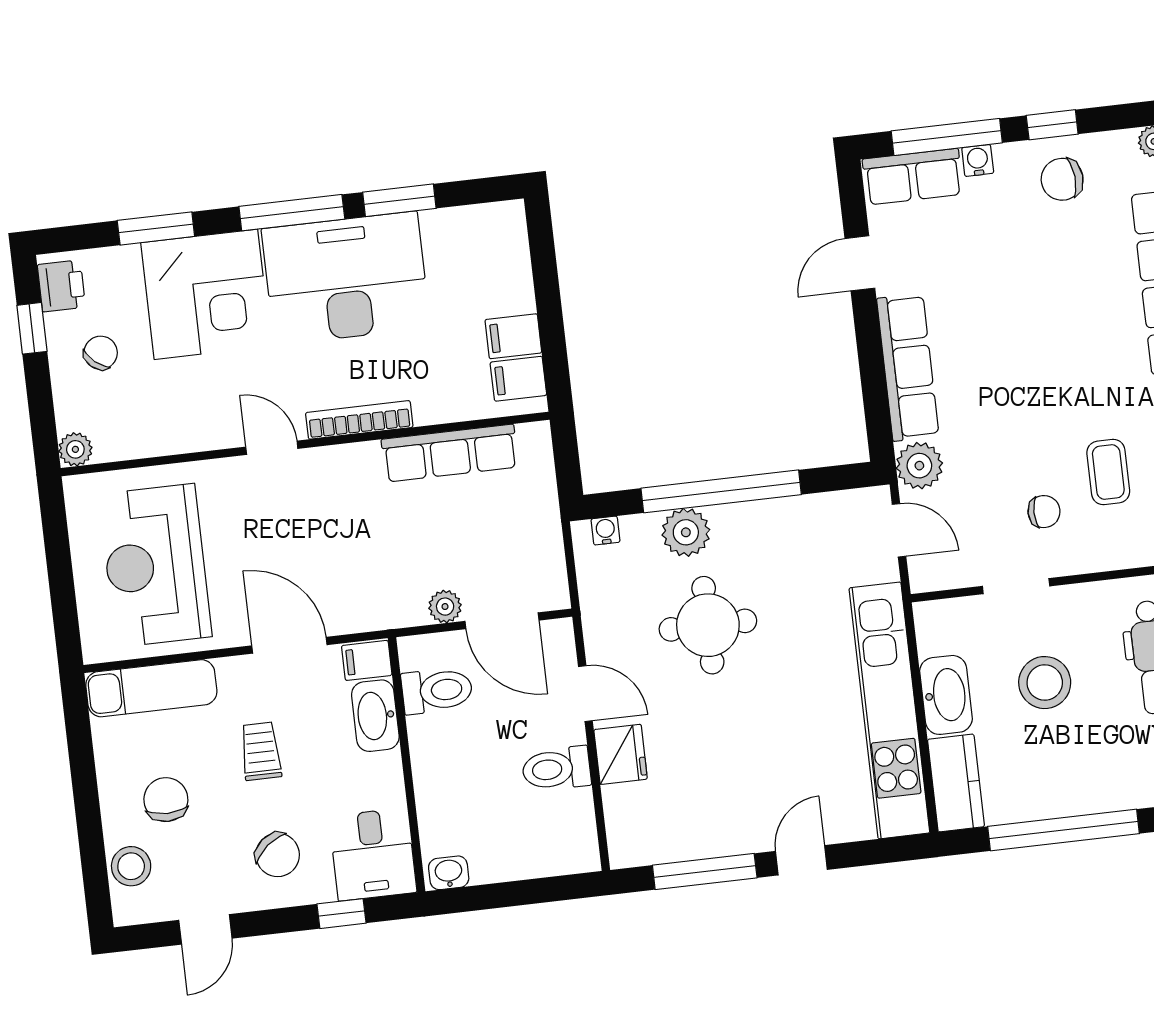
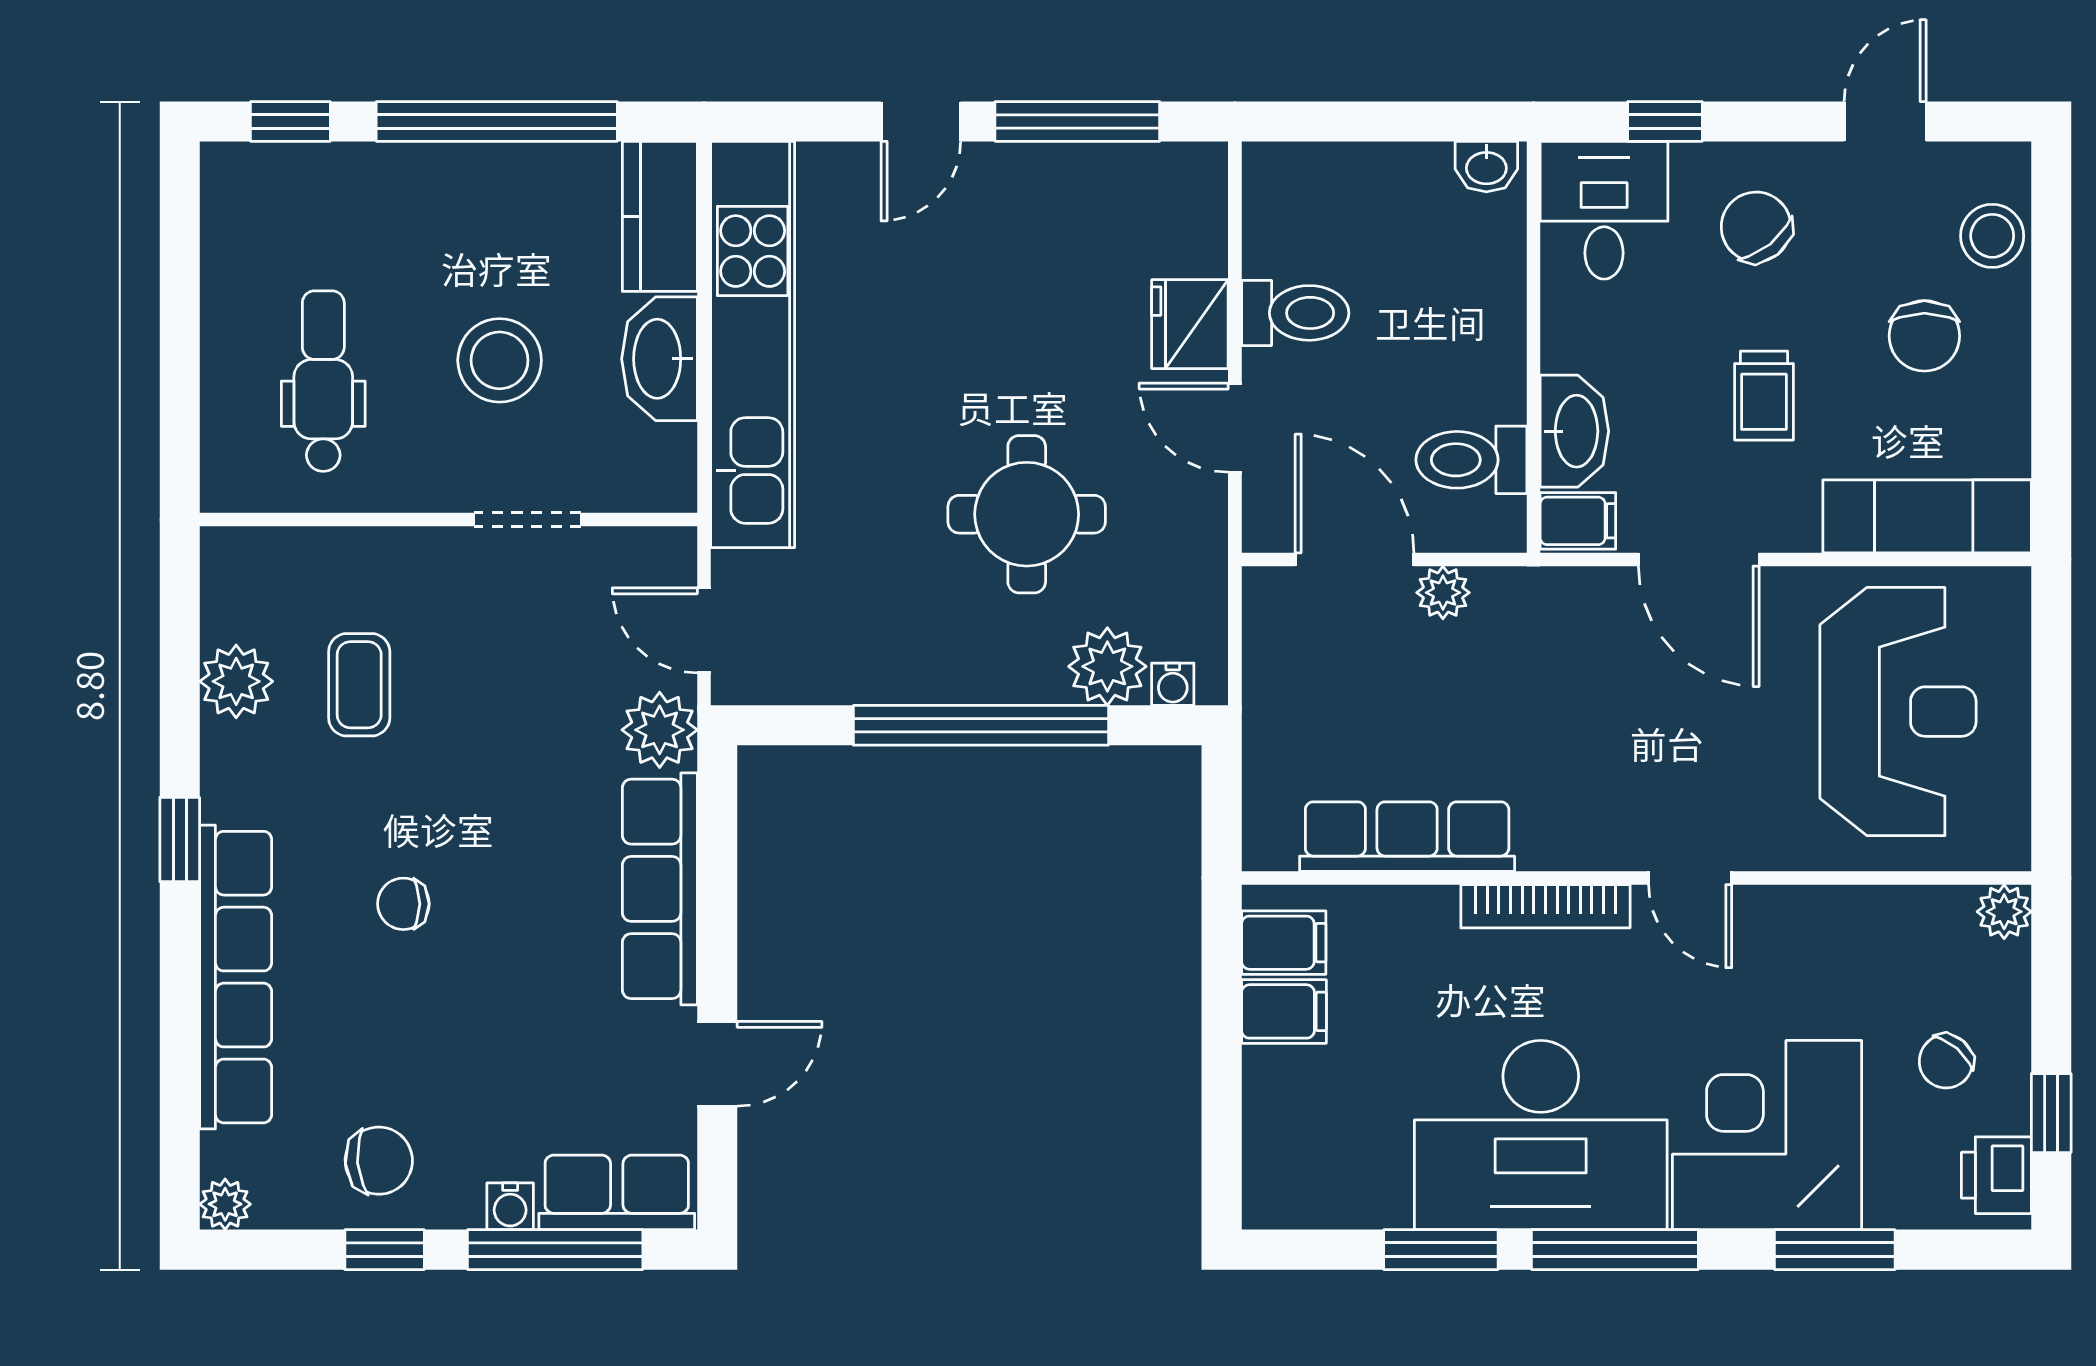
chair: (1044, 512) -> (403, 904), moved
plant: (686, 532) -> (1107, 666), moved

